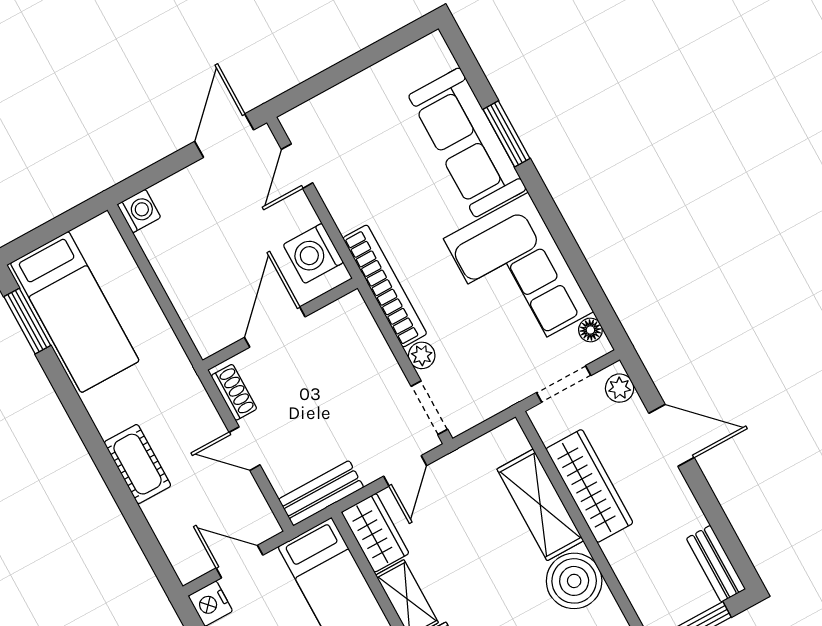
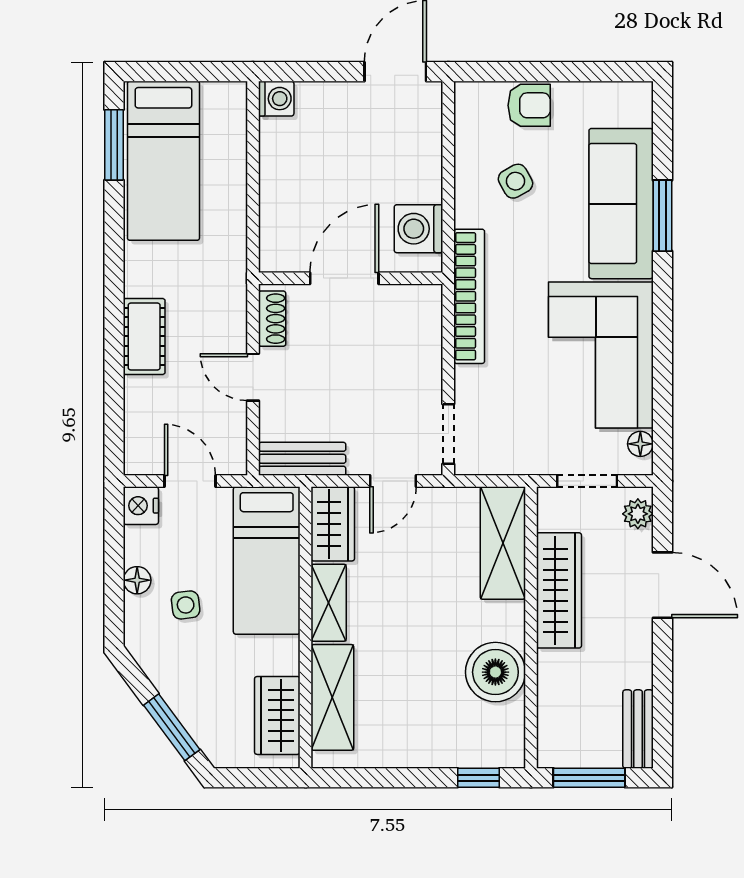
armchair: (348, 103) -> (529, 105), added
door: (297, 166) -> (448, 138), removed
side table: (371, 171) -> (515, 181), added
plant: (422, 355) -> (468, 381), removed
shelving: (540, 505) -> (503, 543), moved

